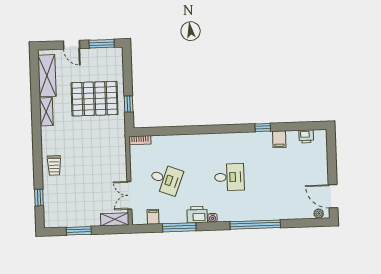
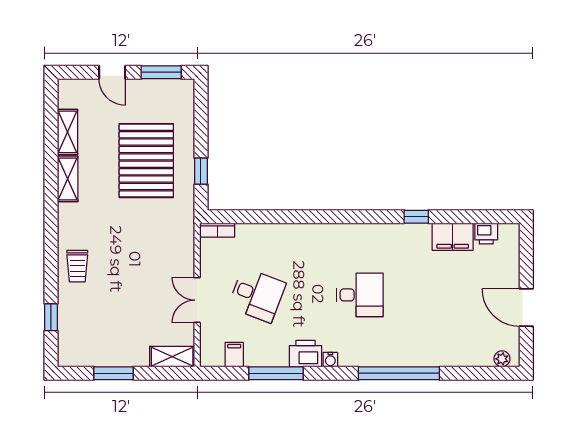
shelving: (47, 76) -> (67, 132), width x0.67, depth x0.75
pallet: (95, 99) -> (146, 161), turned 90
filing cabinet: (279, 139) -> (453, 237), width x2.00
double door: (129, 195) -> (197, 300), moved
door: (333, 196) -> (526, 308), moved

